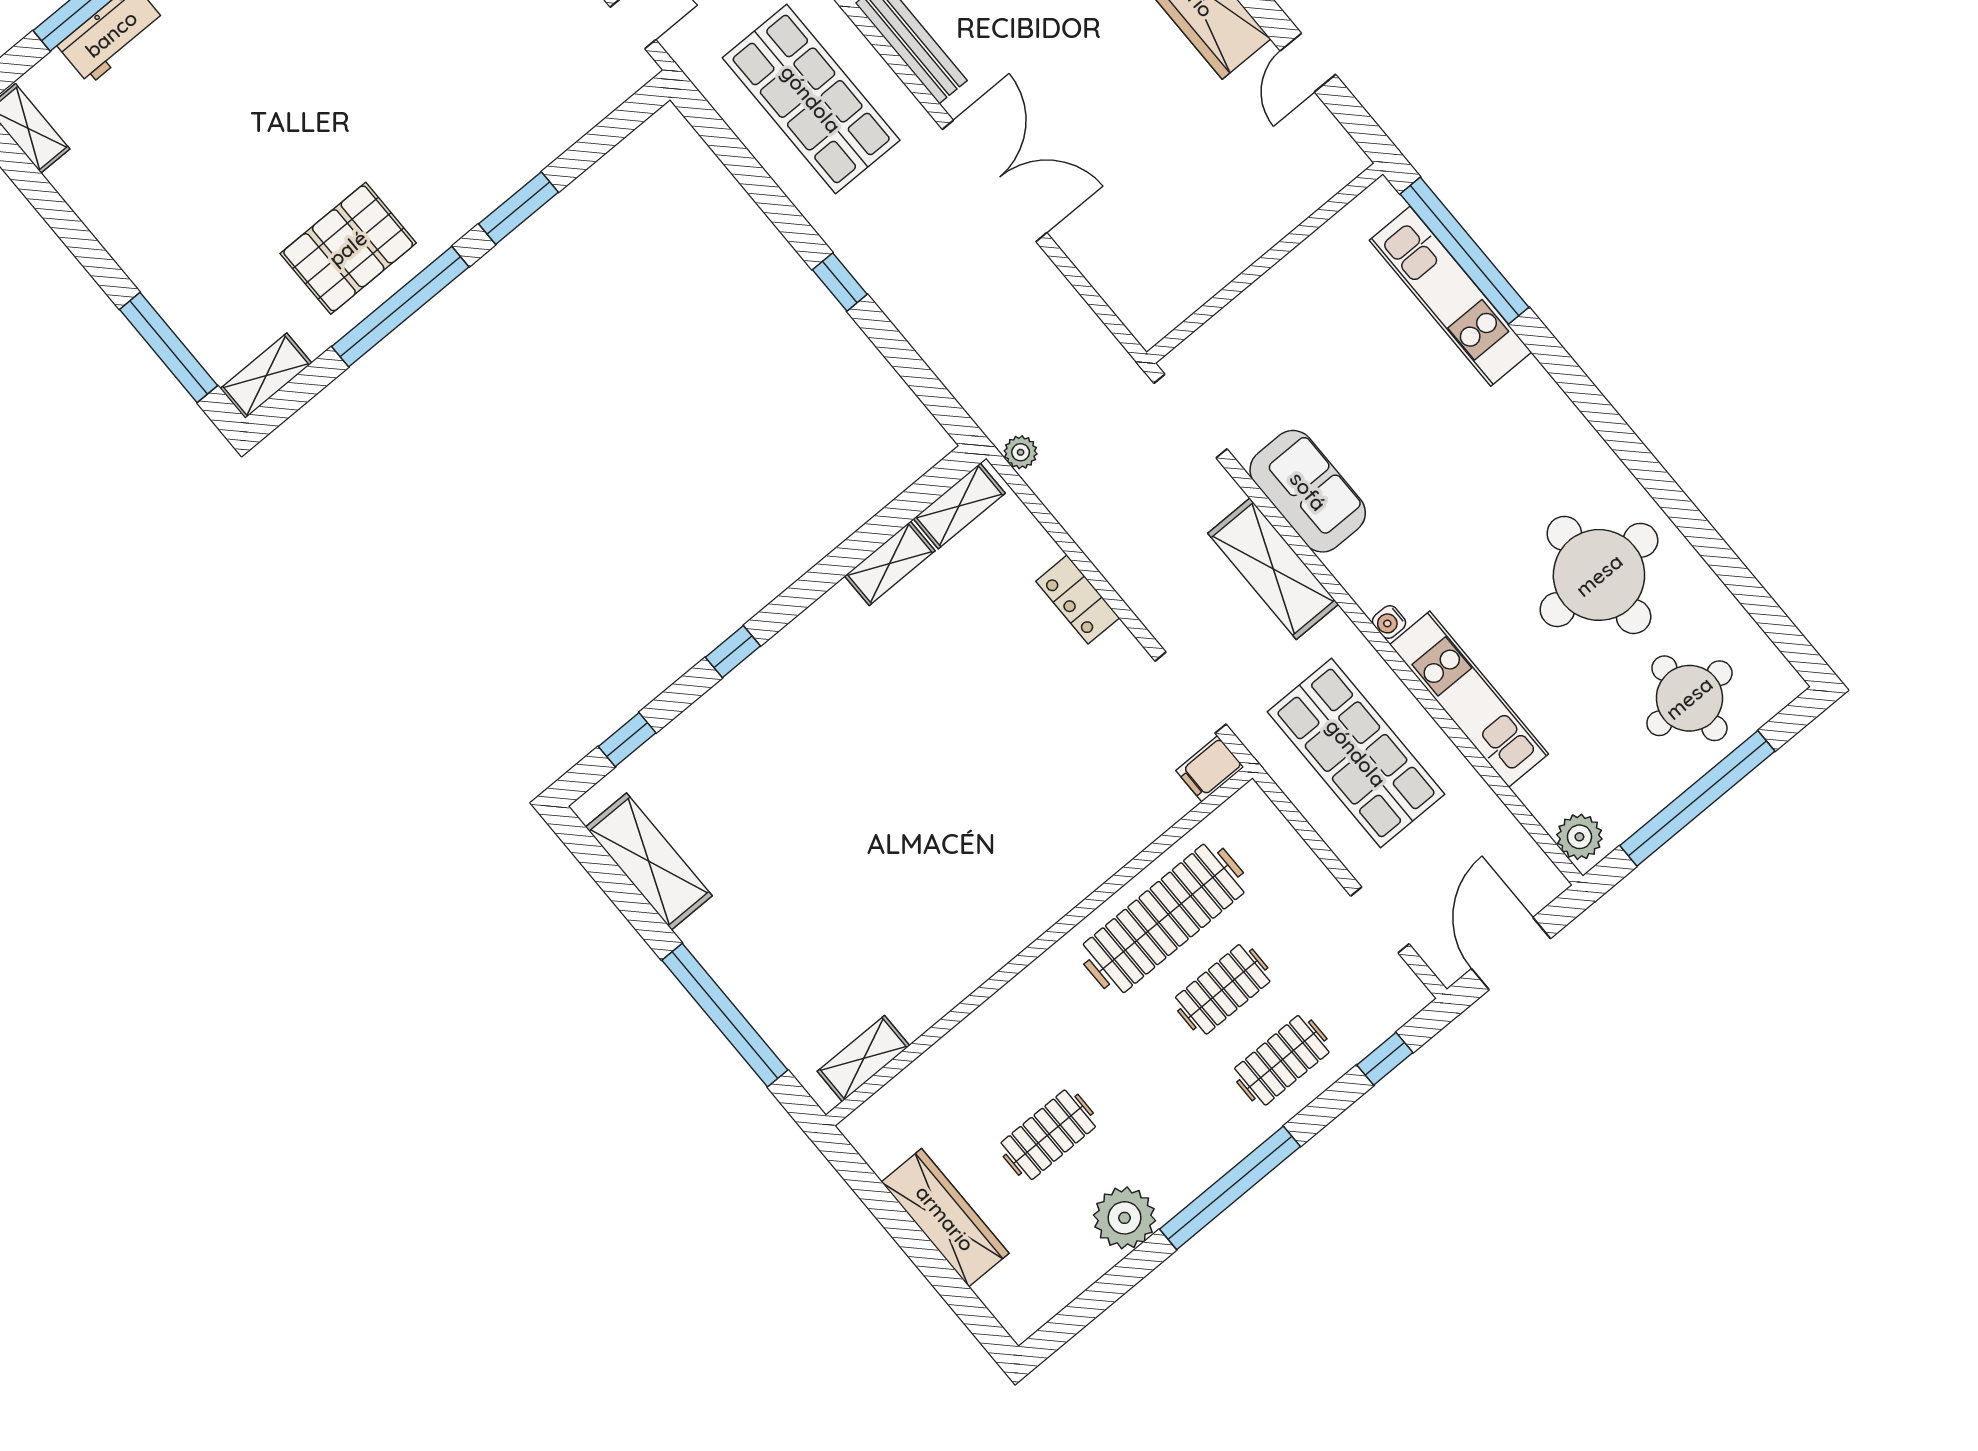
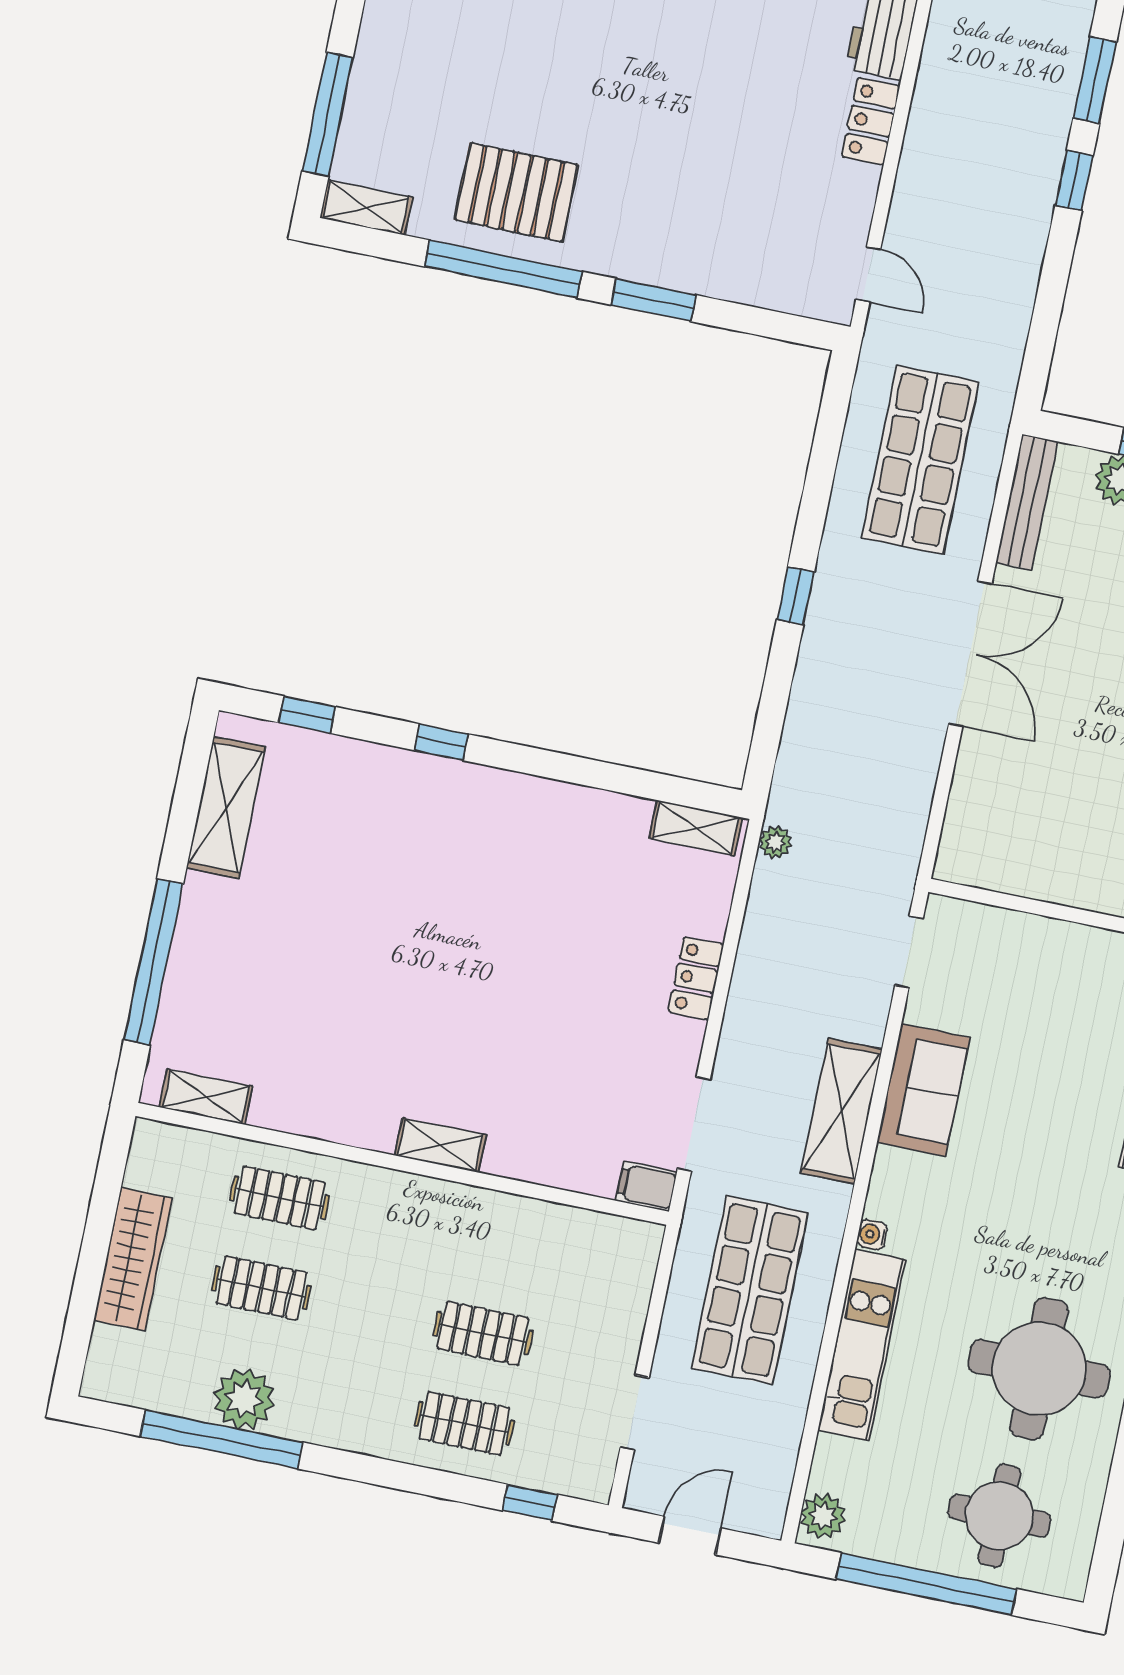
doorway: (1190, 416) -> (909, 952), width x0.73
shelving: (890, 563) -> (440, 1145), moved
clothes rail: (1164, 918) -> (280, 1198), moved, width x0.54, depth x0.76
door: (1511, 954) -> (690, 1535), width x0.73
window: (1230, 1188) -> (221, 1439), moved

